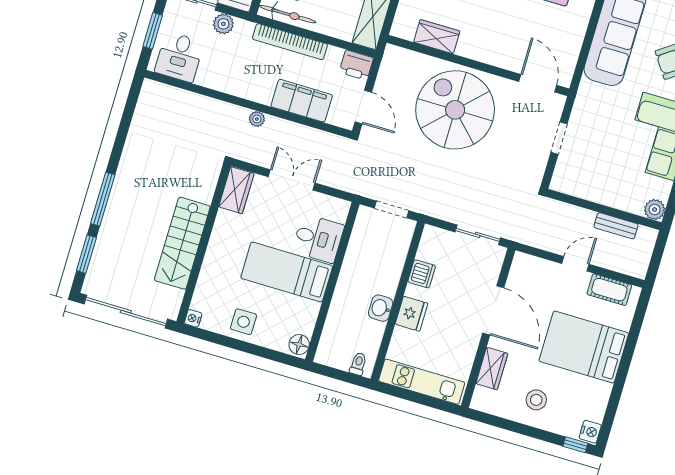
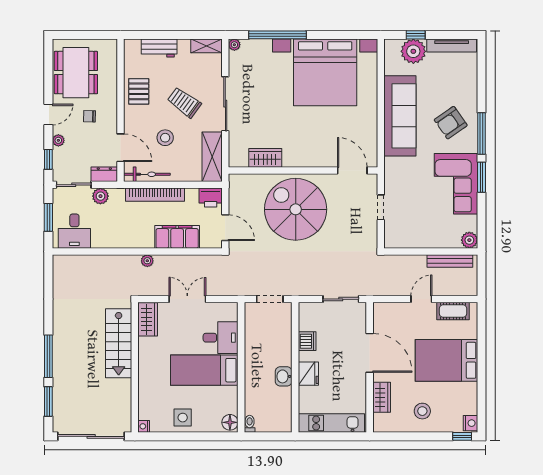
bench: (616, 226) -> (450, 261), width x1.36
stairs: (182, 243) -> (119, 343), moved
toilet: (358, 364) -> (250, 424), moved

